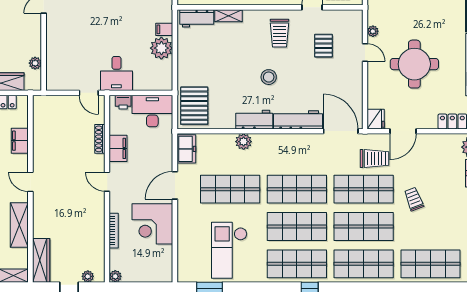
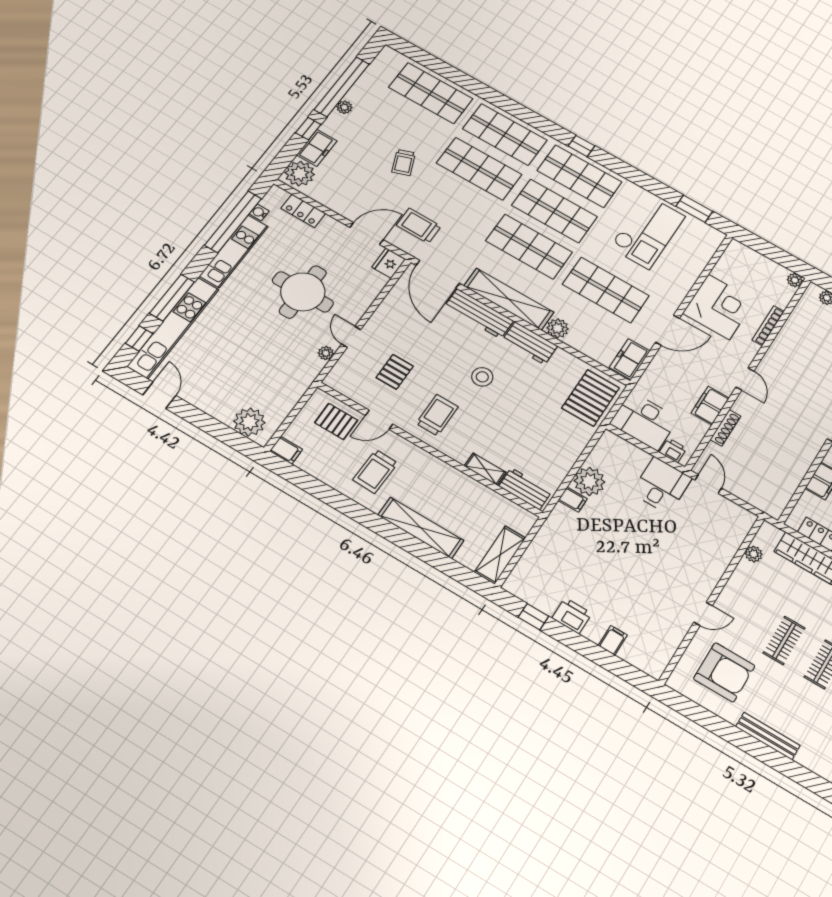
shelving: (286, 143) -> (509, 299), added
shop shelf: (364, 189) -> (453, 204), removed

